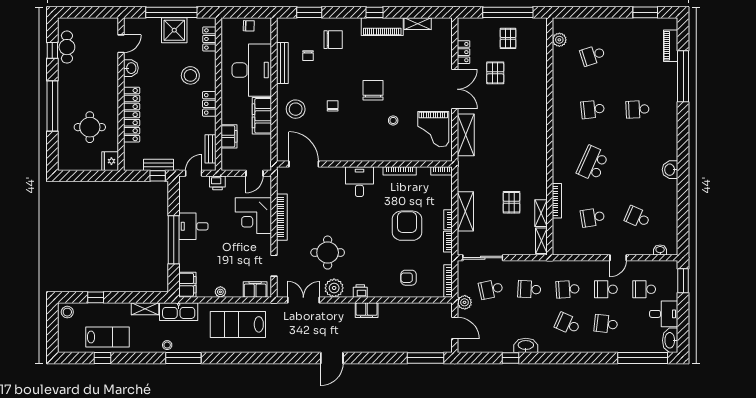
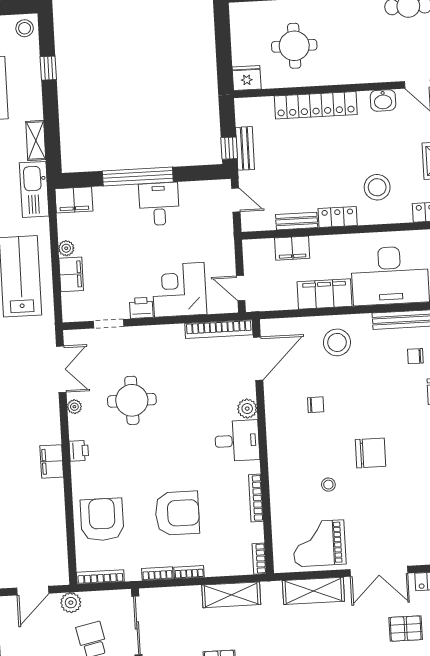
chair: (333, 106) -> (316, 405), moved
bench: (211, 149) -> (297, 221), moved
plant: (338, 173) -> (247, 409), added
printer: (217, 183) -> (141, 308), moved, turned 90
shelving: (465, 211) -> (231, 595), moved
bookcase: (282, 217) -> (219, 329), moved
armchair: (409, 278) -> (102, 520), width x1.88, depth x1.88
plant: (334, 288) -> (74, 407), width x0.53, depth x0.53
filing cabinet: (255, 289) -> (71, 274), moved

